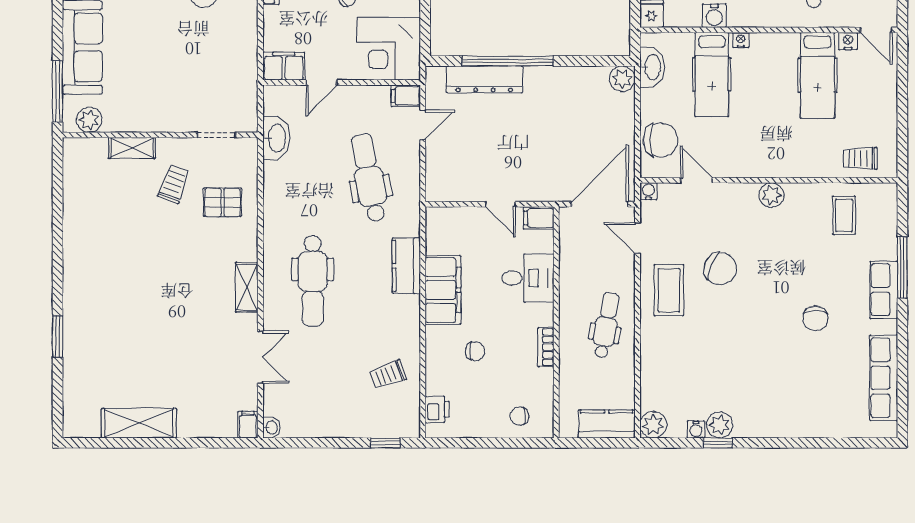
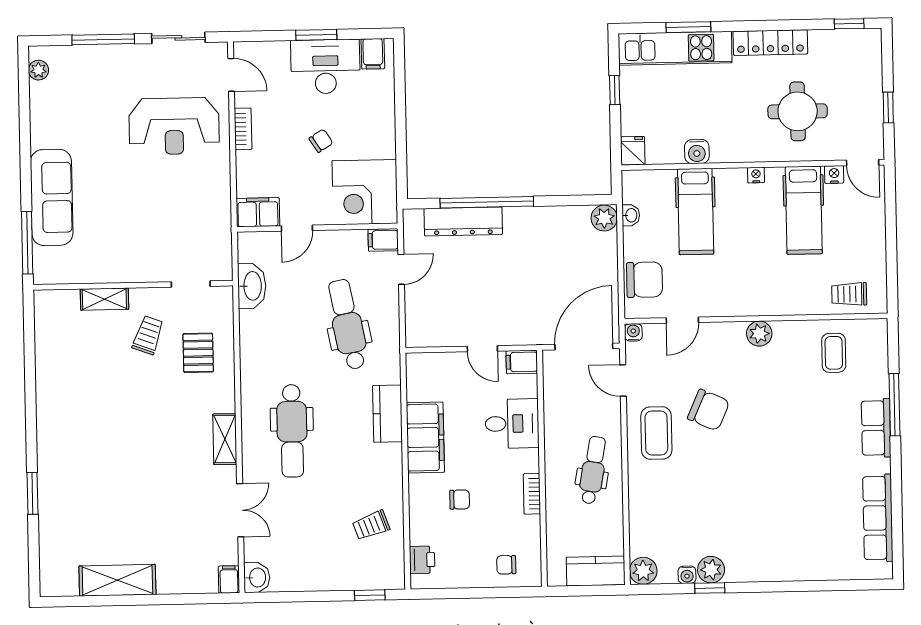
nightstand: (741, 40) -> (756, 175), moved
washbasin: (652, 67) -> (631, 215), width x0.52, depth x0.69
plant: (89, 120) -> (60, 271), removed
door: (697, 180) -> (682, 320), swing flipped
pallet: (222, 202) -> (198, 353), turned 90
chair: (815, 318) -> (807, 459), removed
washbasin: (271, 427) -> (257, 578), width x1.38, depth x1.45

